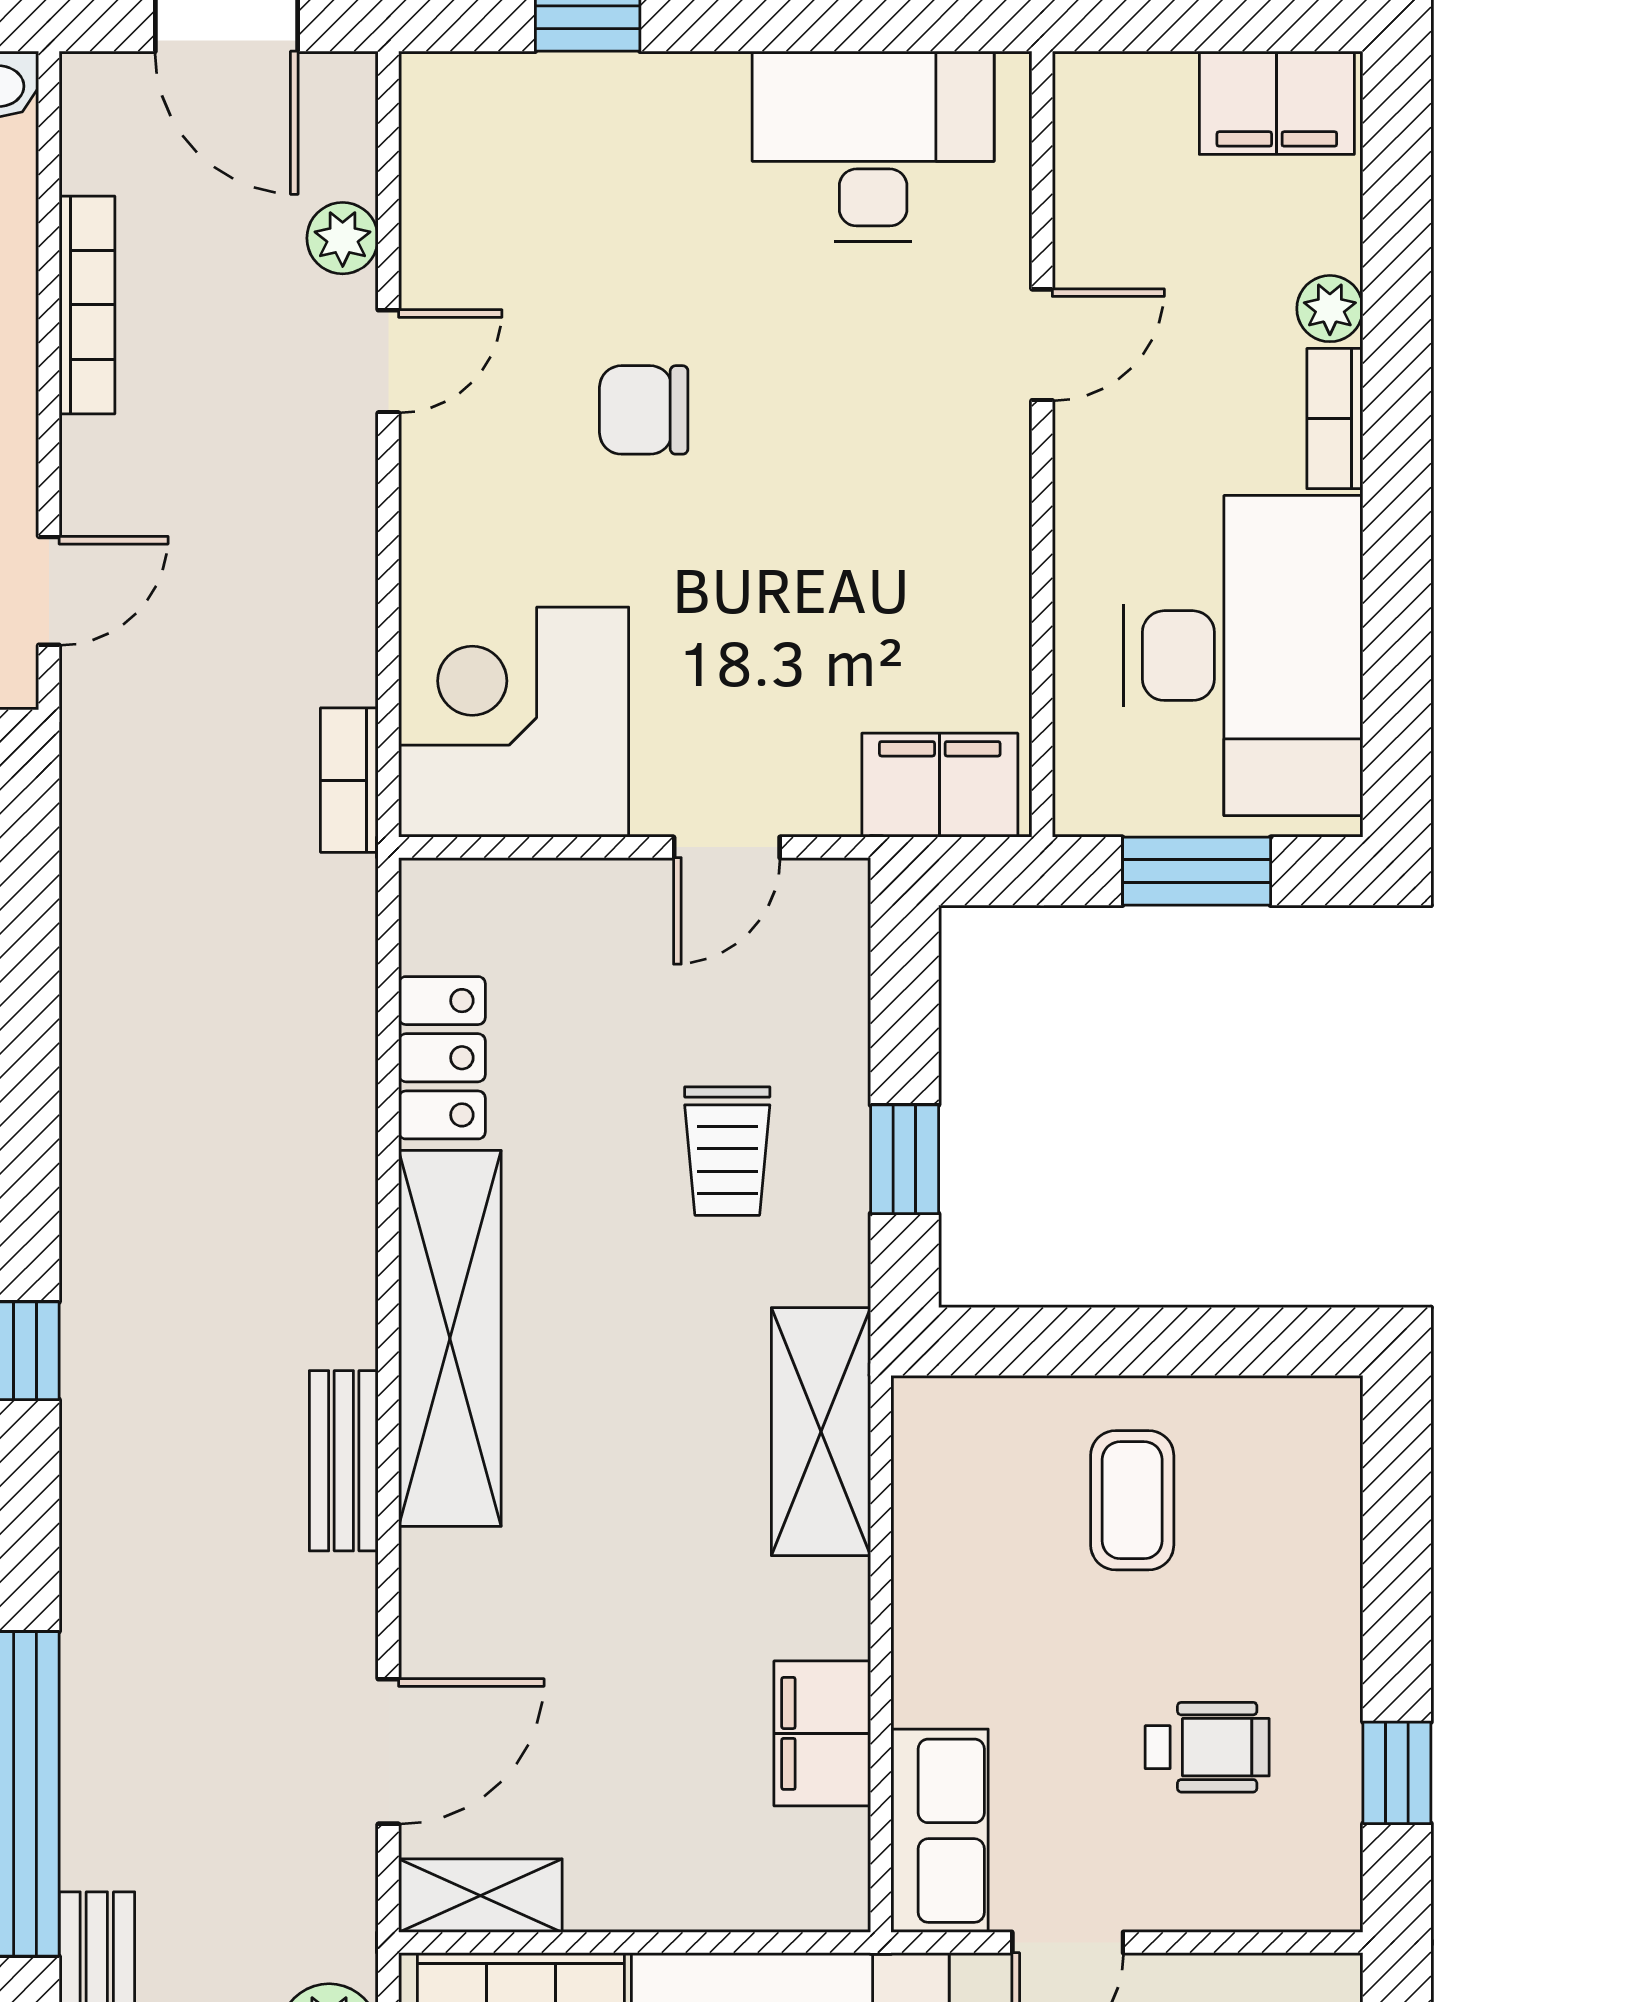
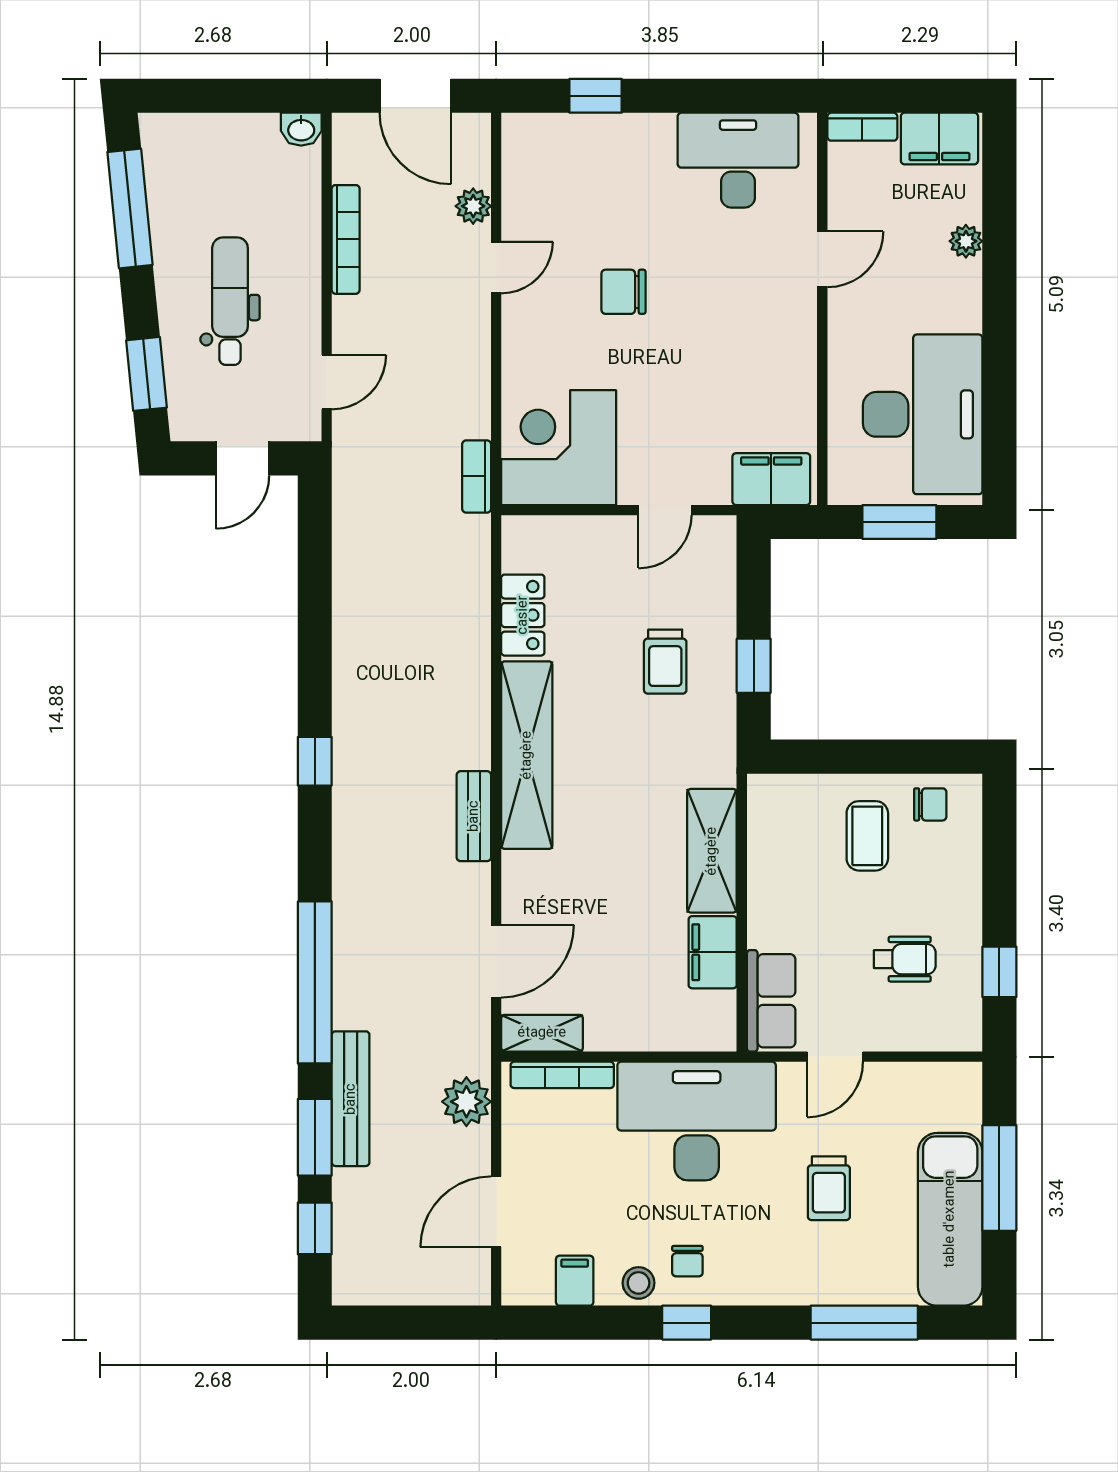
bookcase: (1335, 419) -> (862, 127), moved, turned -90
shelving: (821, 1432) -> (712, 851), moved
chair: (1258, 1437) -> (930, 804), added

